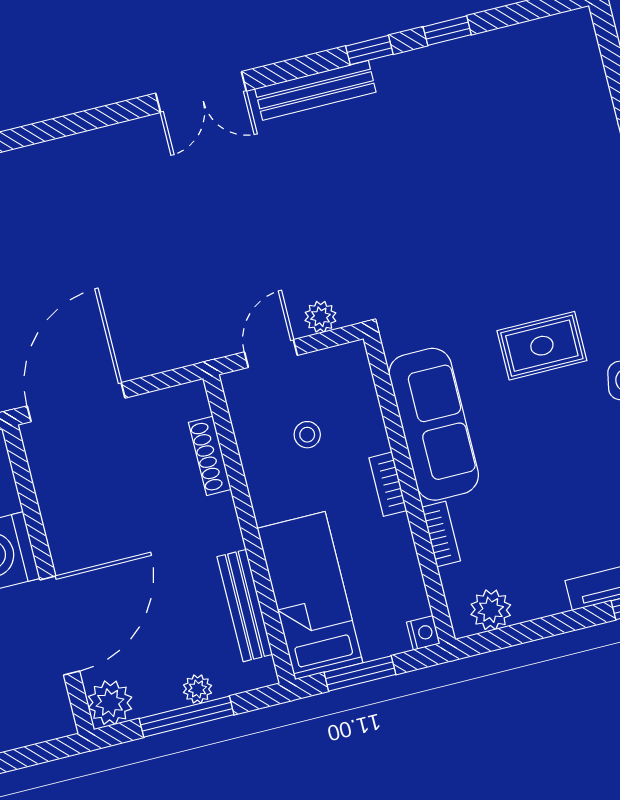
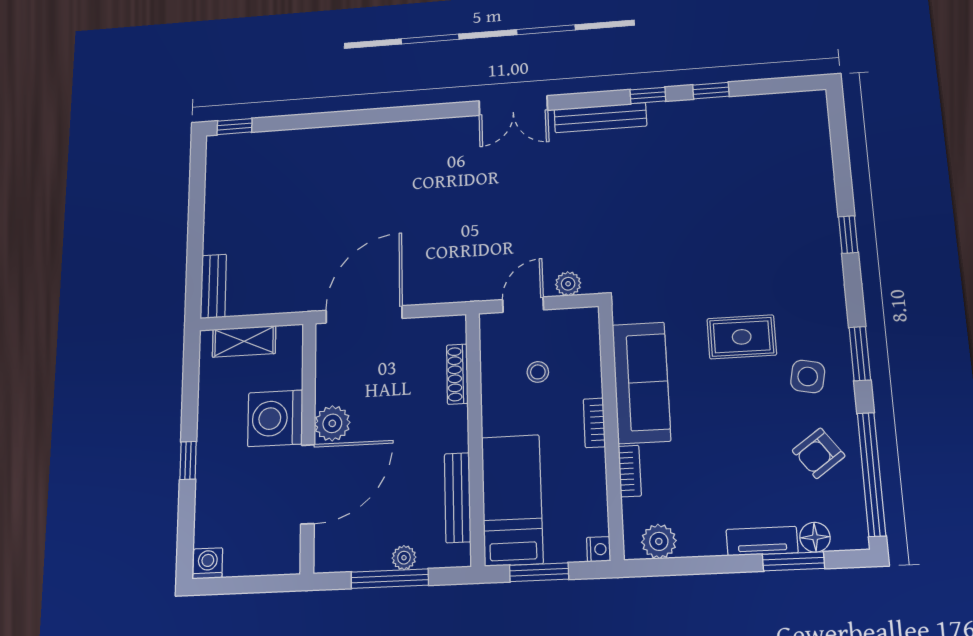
plant: (110, 703) -> (332, 423), moved

